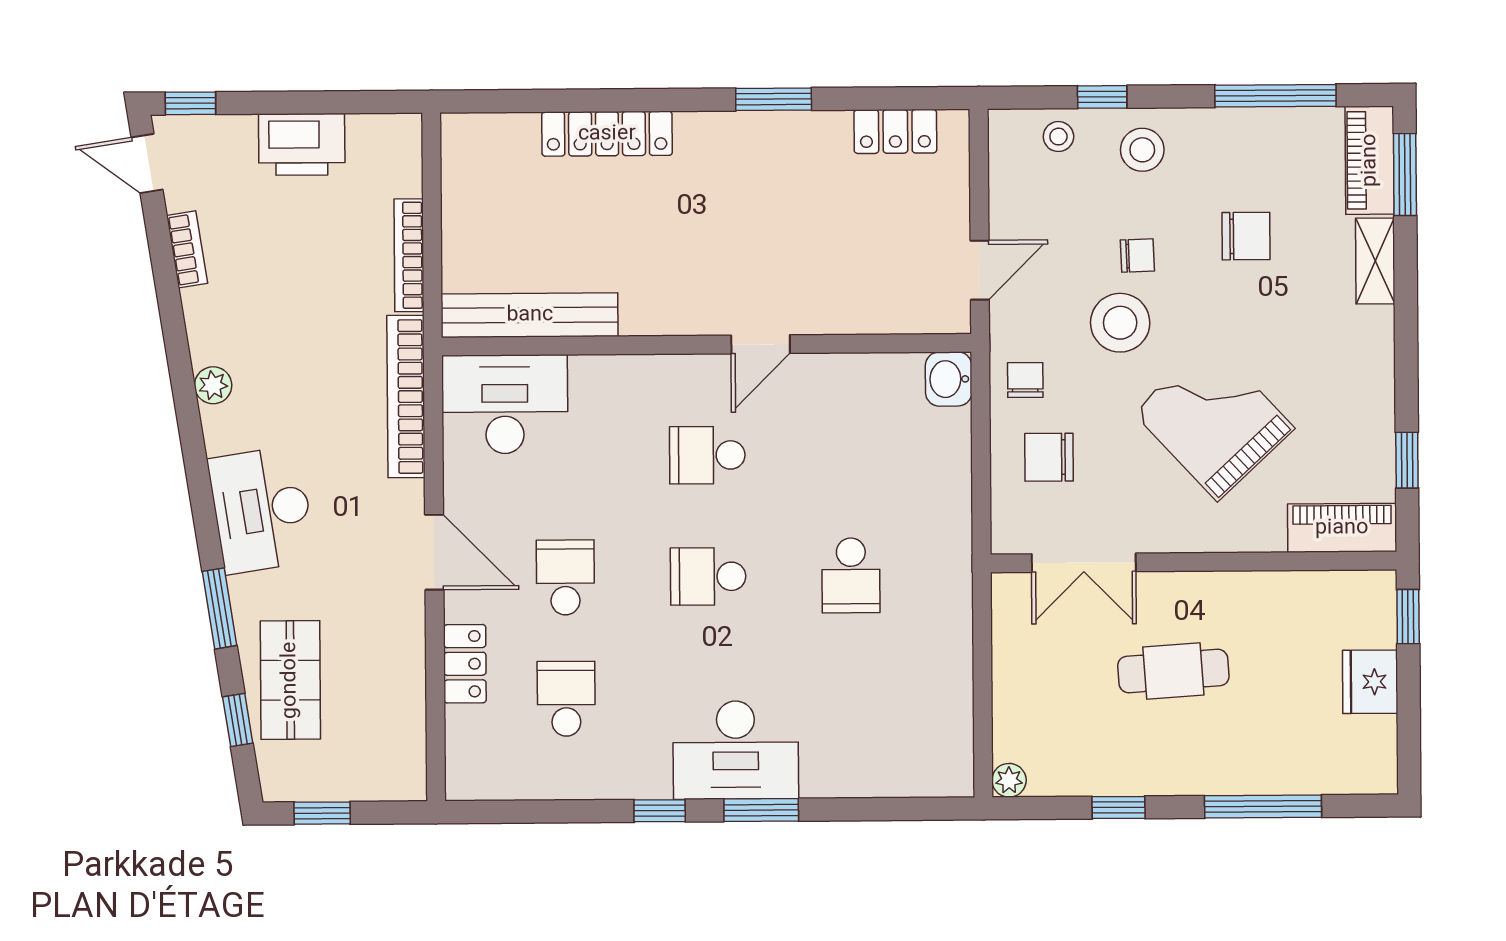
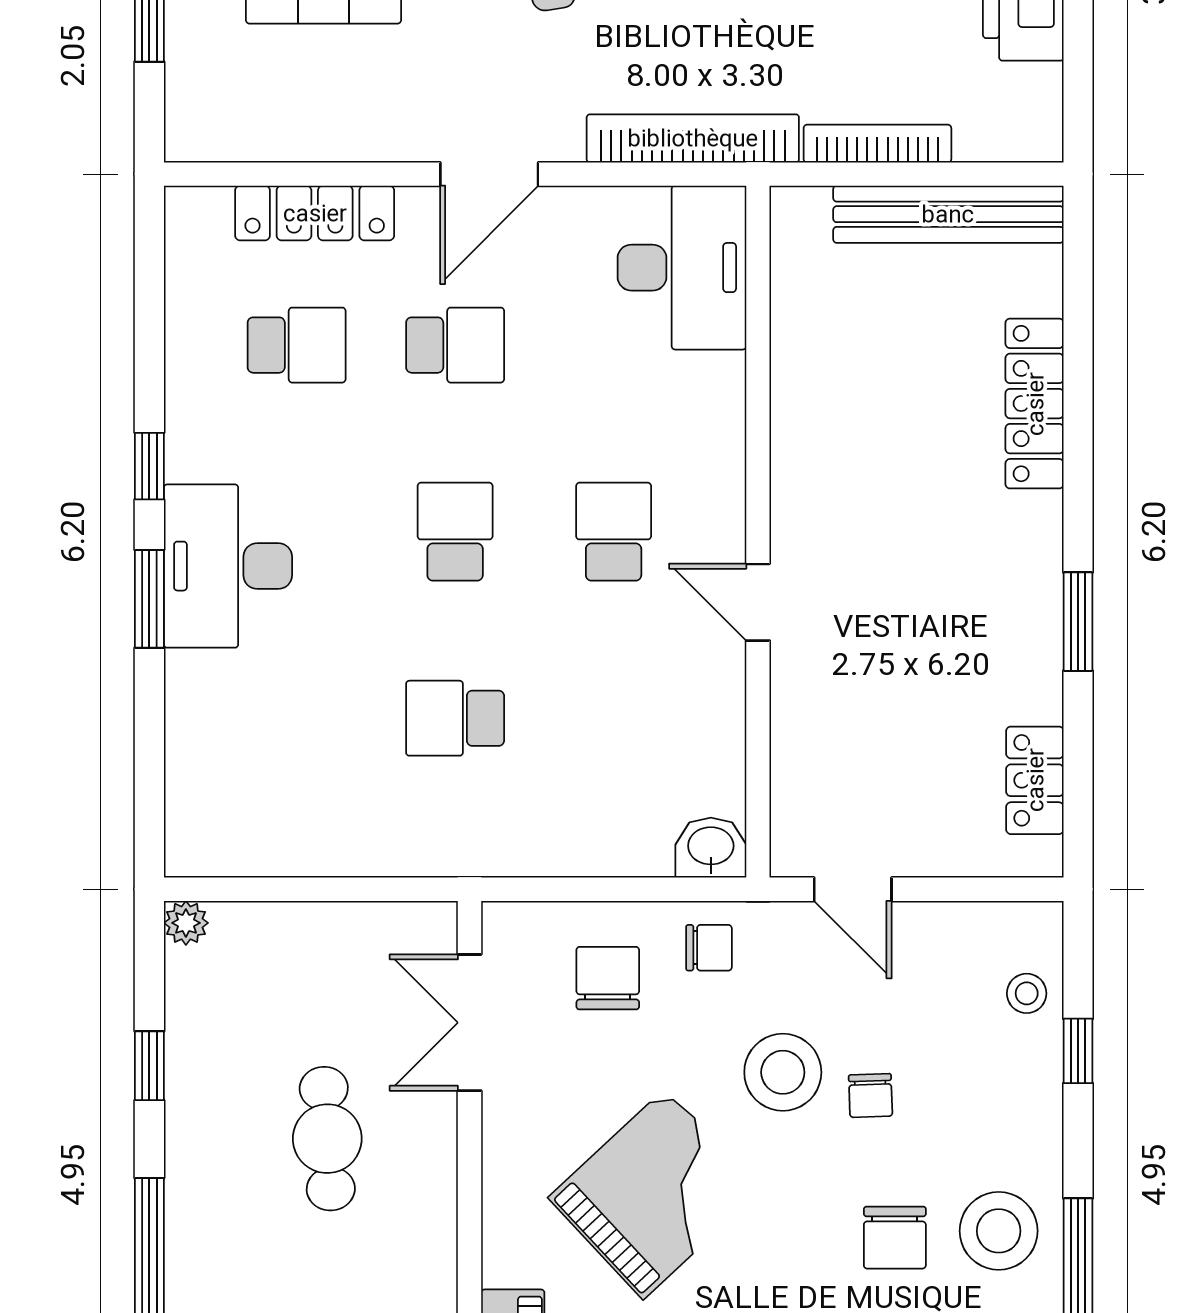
stool: (1142, 150) -> (999, 1231), moved, width x1.38, depth x1.38
bench: (530, 315) -> (948, 214), moved, turned 90
locker: (465, 664) -> (315, 213), width x1.53

